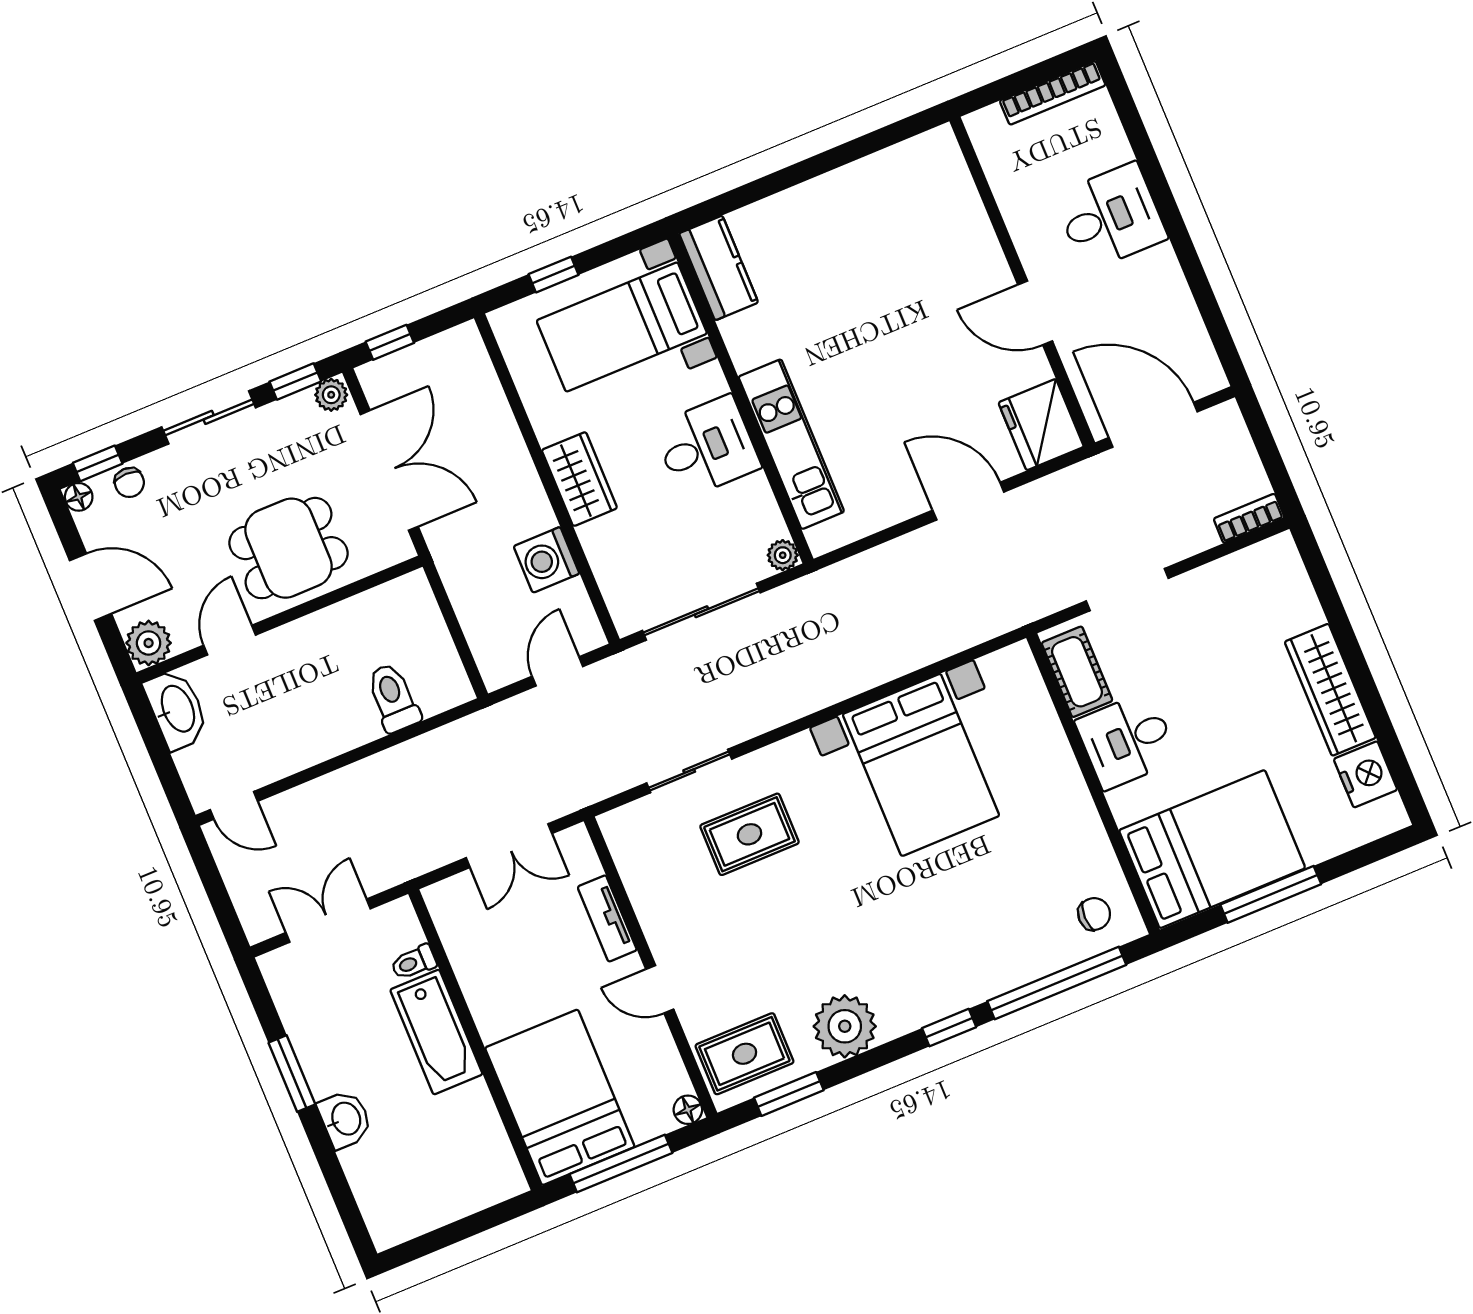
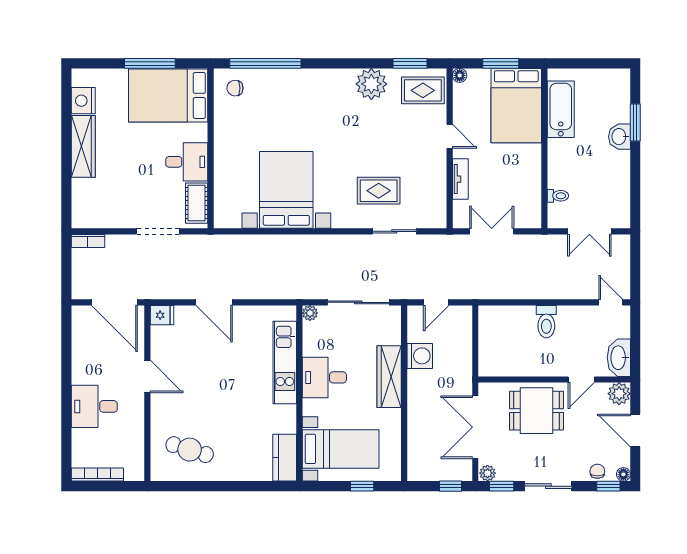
cafe table: (901, 210) -> (190, 450), added
fridge: (1041, 425) -> (162, 315), width x0.53, depth x0.75
wardrobe: (579, 479) -> (389, 377), width x1.50
toilet: (393, 698) -> (546, 322), moved
window: (949, 1028) -> (324, 63), removed
bathtub: (436, 1032) -> (561, 109), moved
window: (292, 1074) -> (635, 122), moved
window: (621, 1164) -> (501, 63), width x0.69

